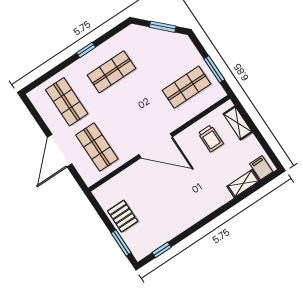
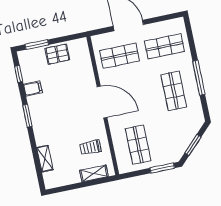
window: (86, 50) -> (199, 78), width x2.17
window: (214, 69) -> (162, 168), moved
door: (156, 146) -> (102, 102), swing flipped
filing cabinet: (261, 168) -> (33, 88), moved
window: (204, 222) -> (27, 116), added

